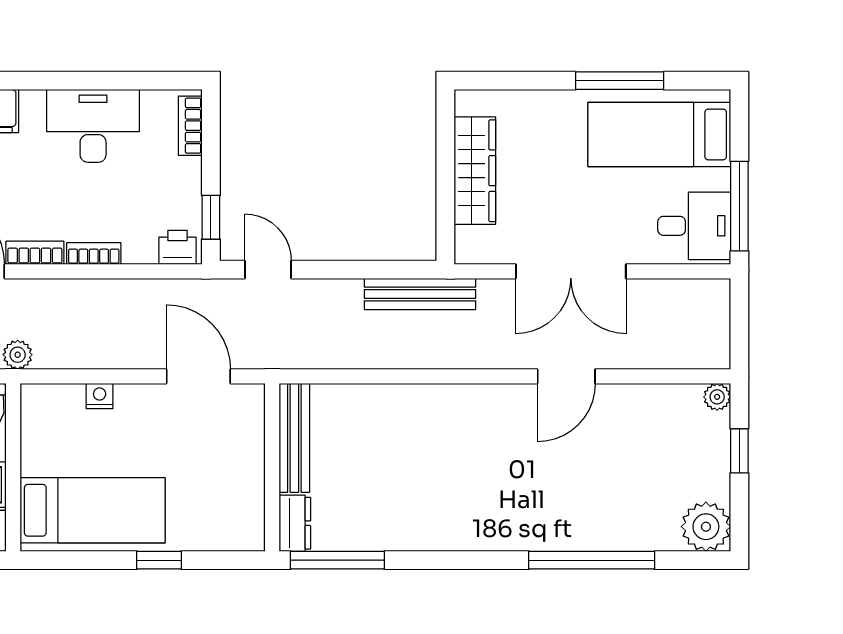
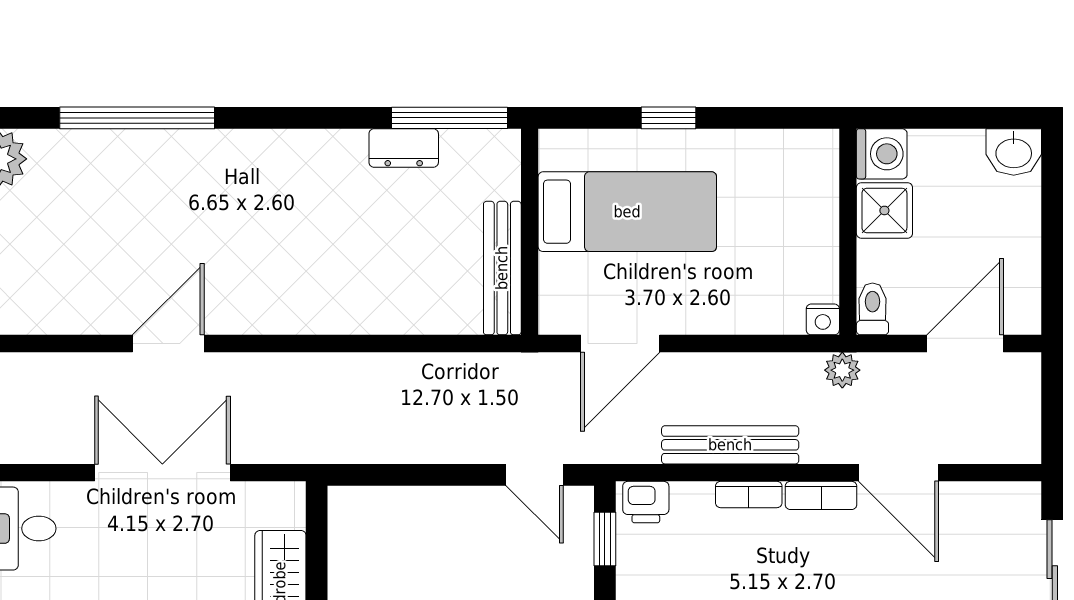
bench: (420, 294) -> (730, 445), moved
door: (198, 376) -> (620, 344), hinge flipped
nightstand: (100, 396) -> (823, 319), moved
bed: (93, 510) -> (627, 212), moved, turned 180
dresser: (295, 523) -> (404, 148), moved, turned -90

